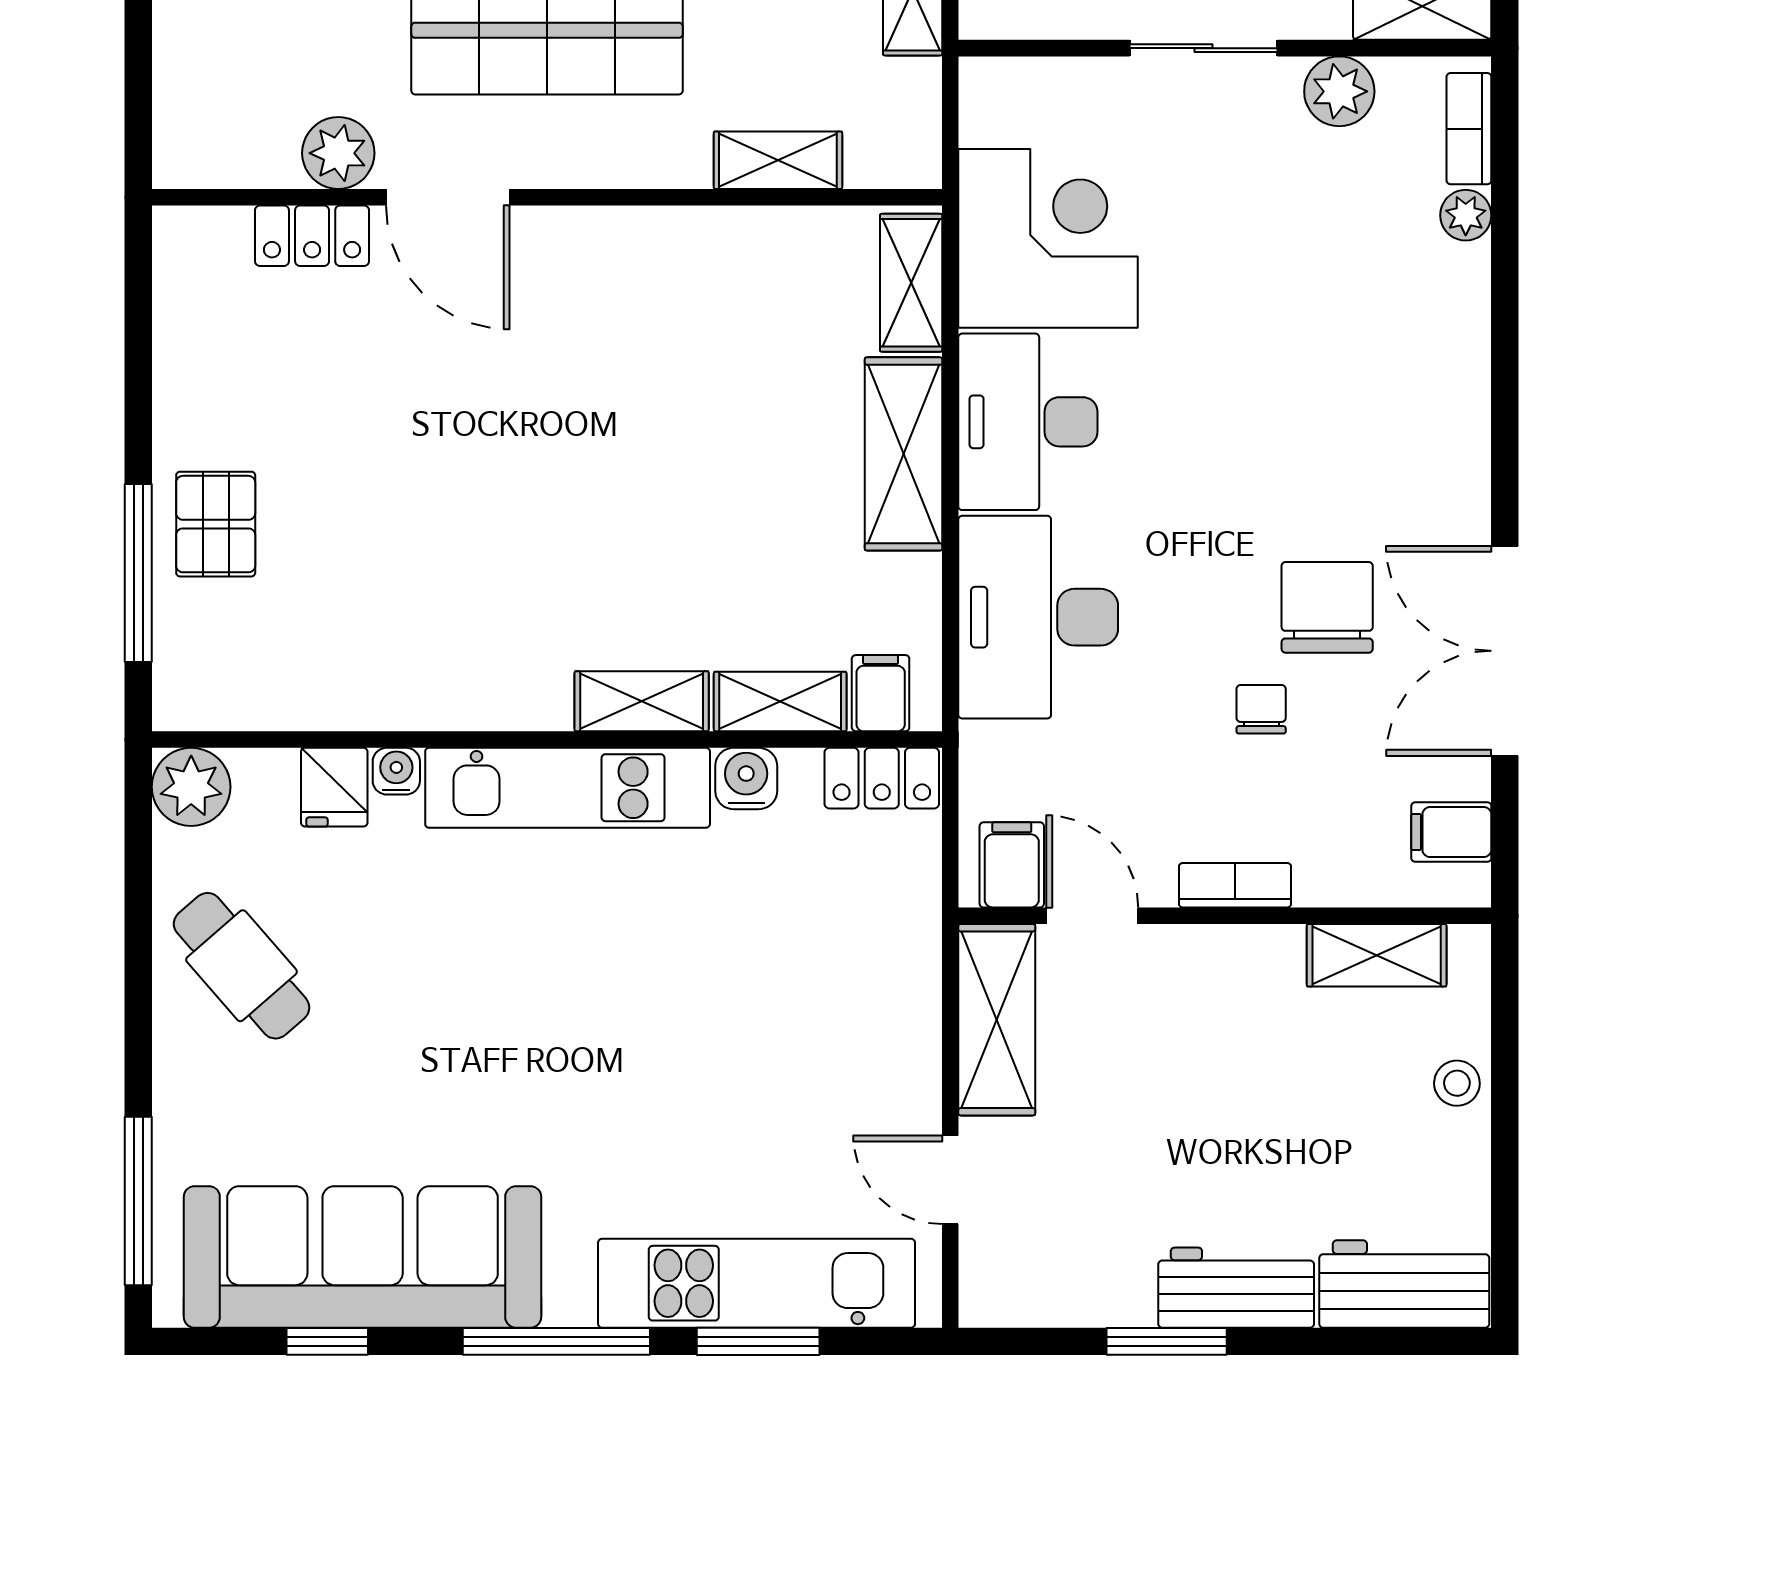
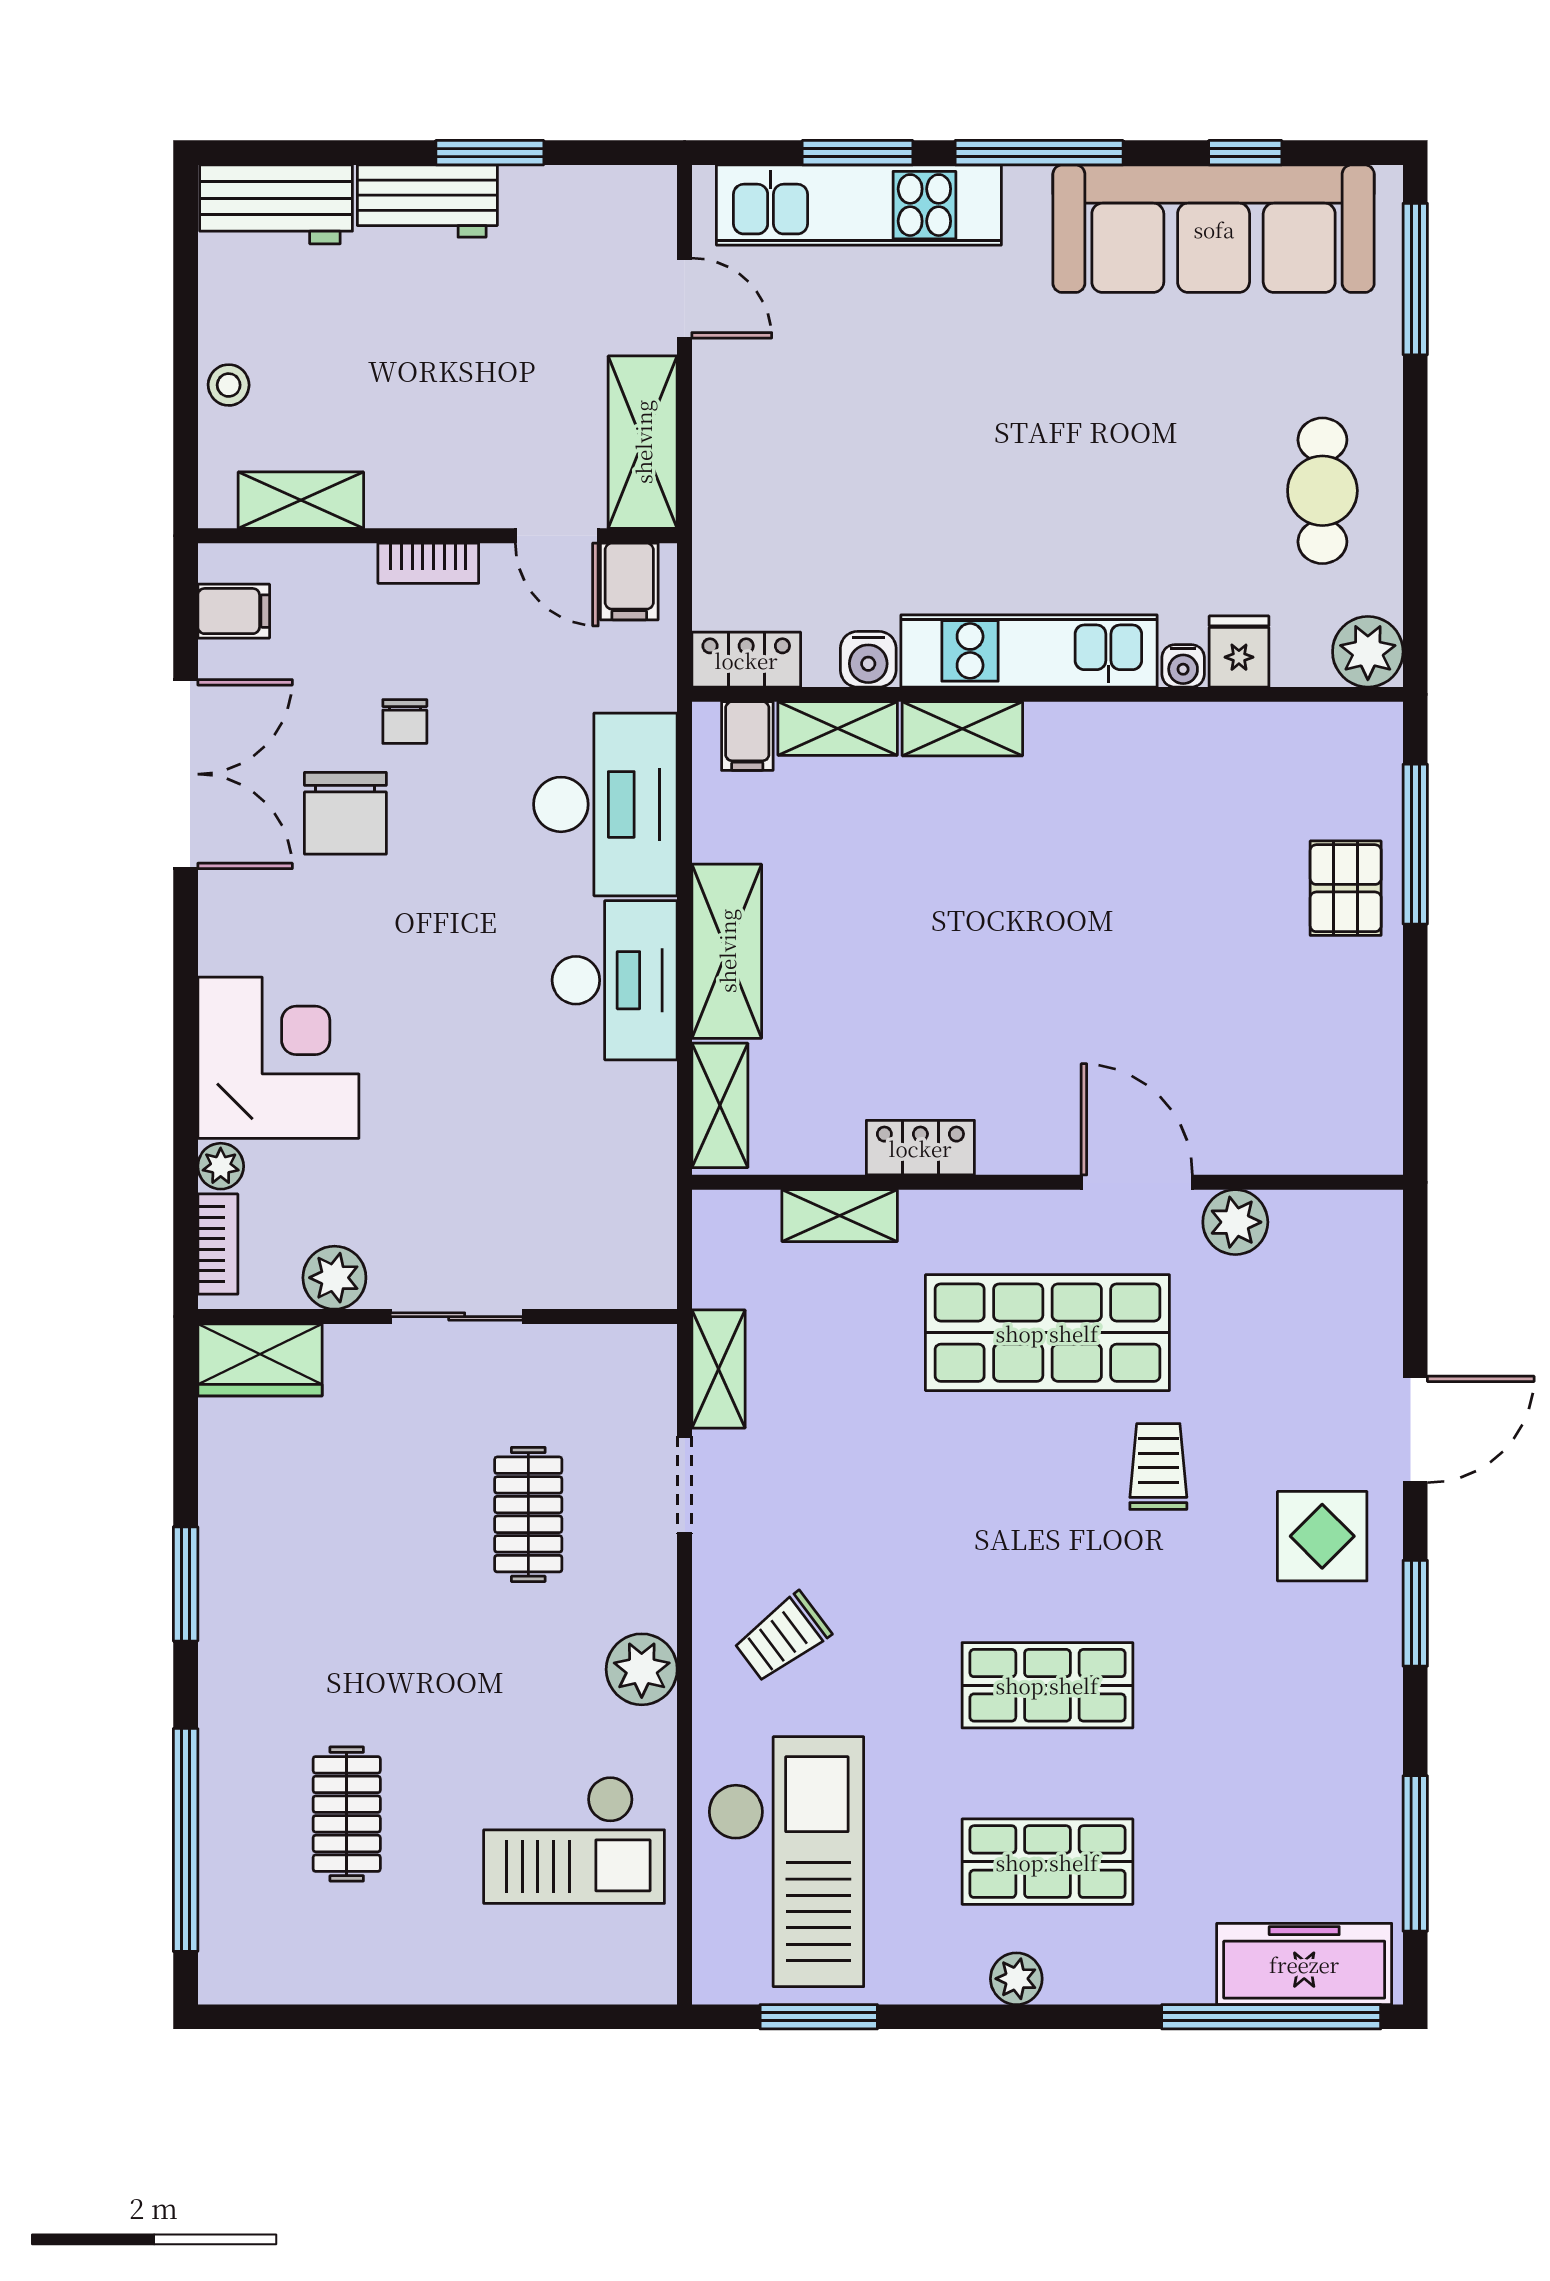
locker: (312, 236) -> (920, 1148), moved
corner desk: (1048, 238) -> (278, 1058), moved, turned 180
cafe table: (242, 966) -> (1322, 491), turned 41

